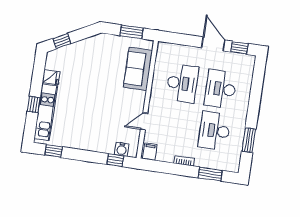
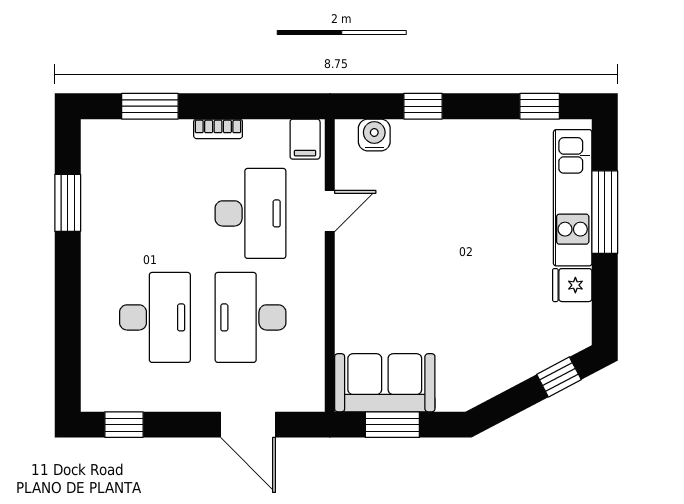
door: (213, 44) -> (248, 425), moved
sofa: (138, 69) -> (385, 383), moved, turned -90
window: (34, 105) -> (605, 212), width x2.17
desk: (214, 131) -> (250, 213), moved
window: (115, 160) -> (423, 106), moved

